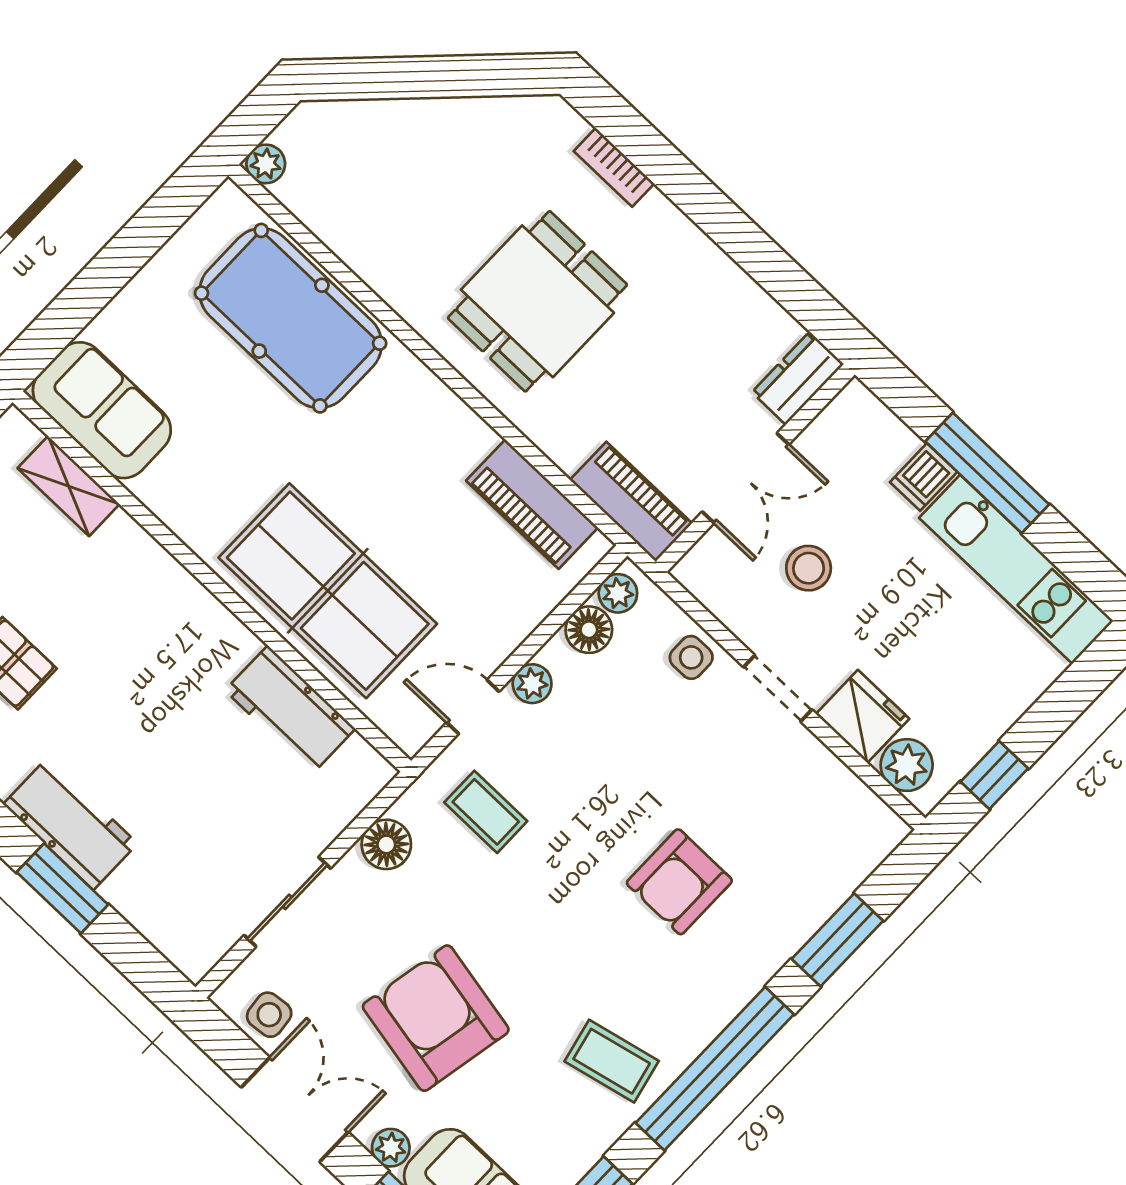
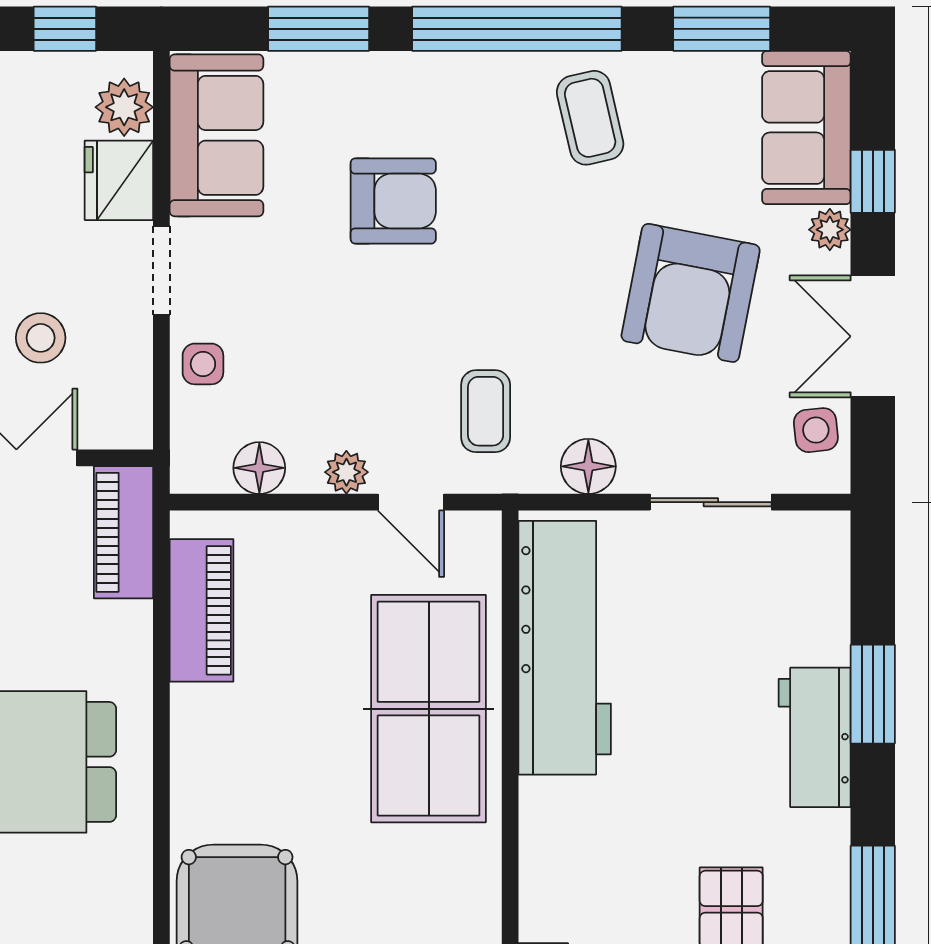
plant: (618, 593) -> (208, 472), removed
workbench: (290, 710) -> (565, 648), width x1.88, depth x1.32
sofa: (831, 808) -> (216, 135), added

